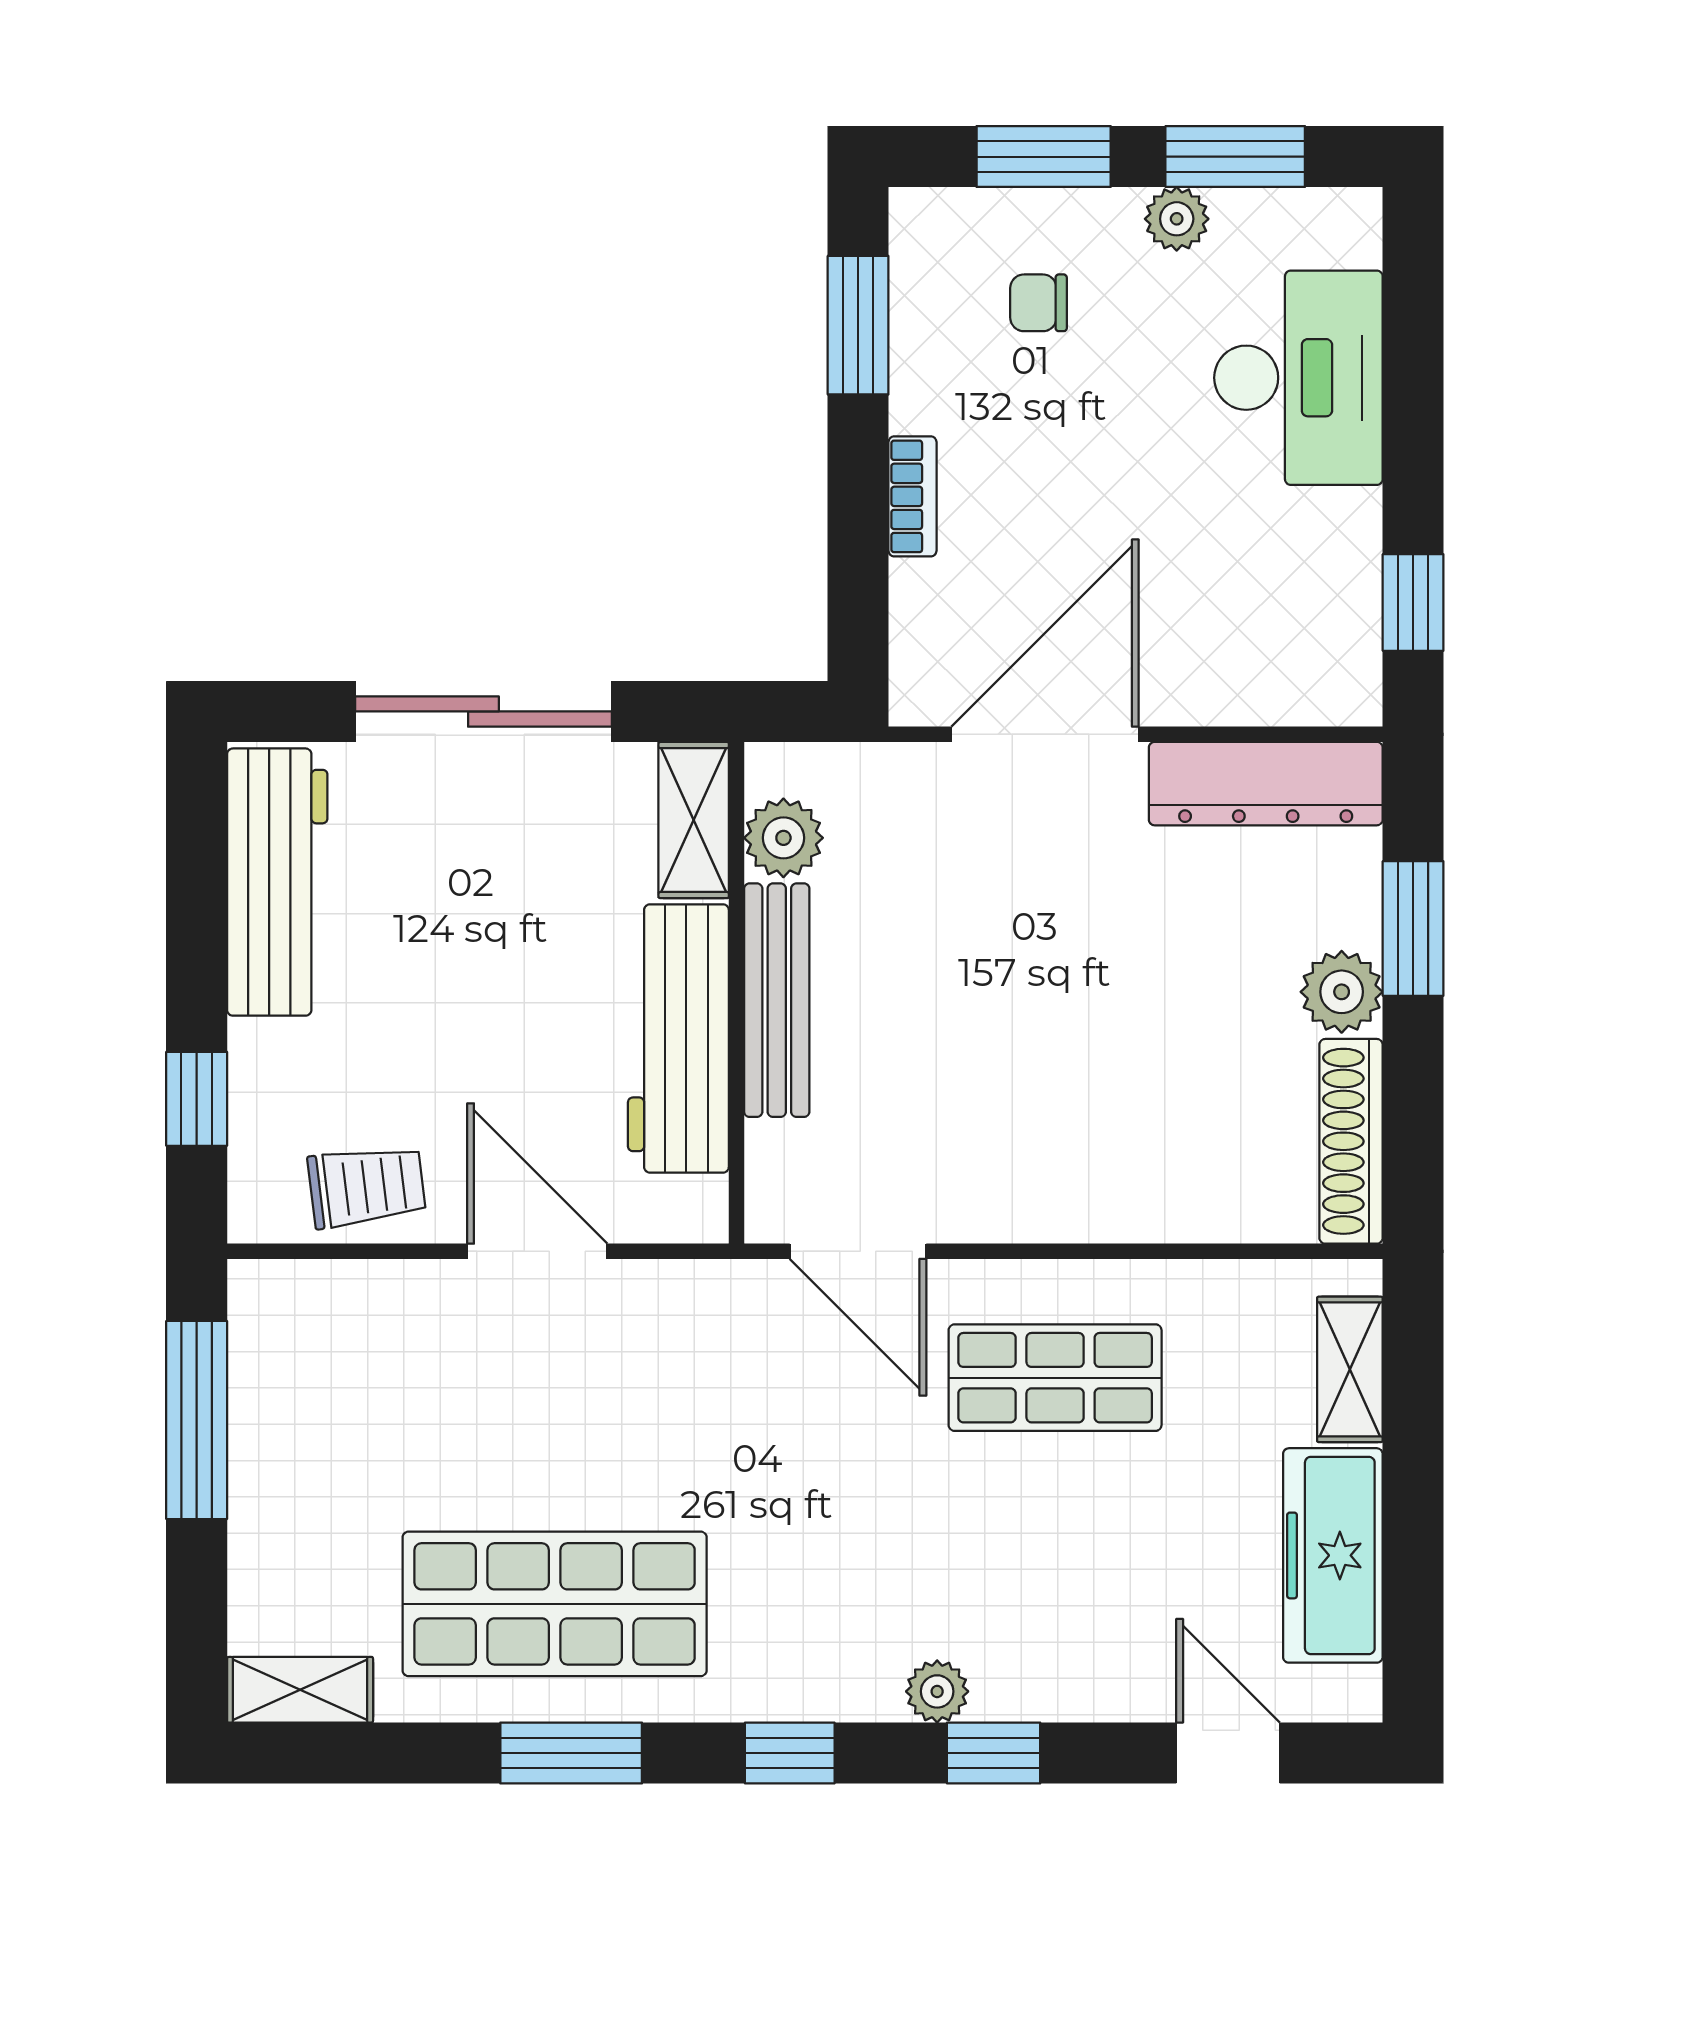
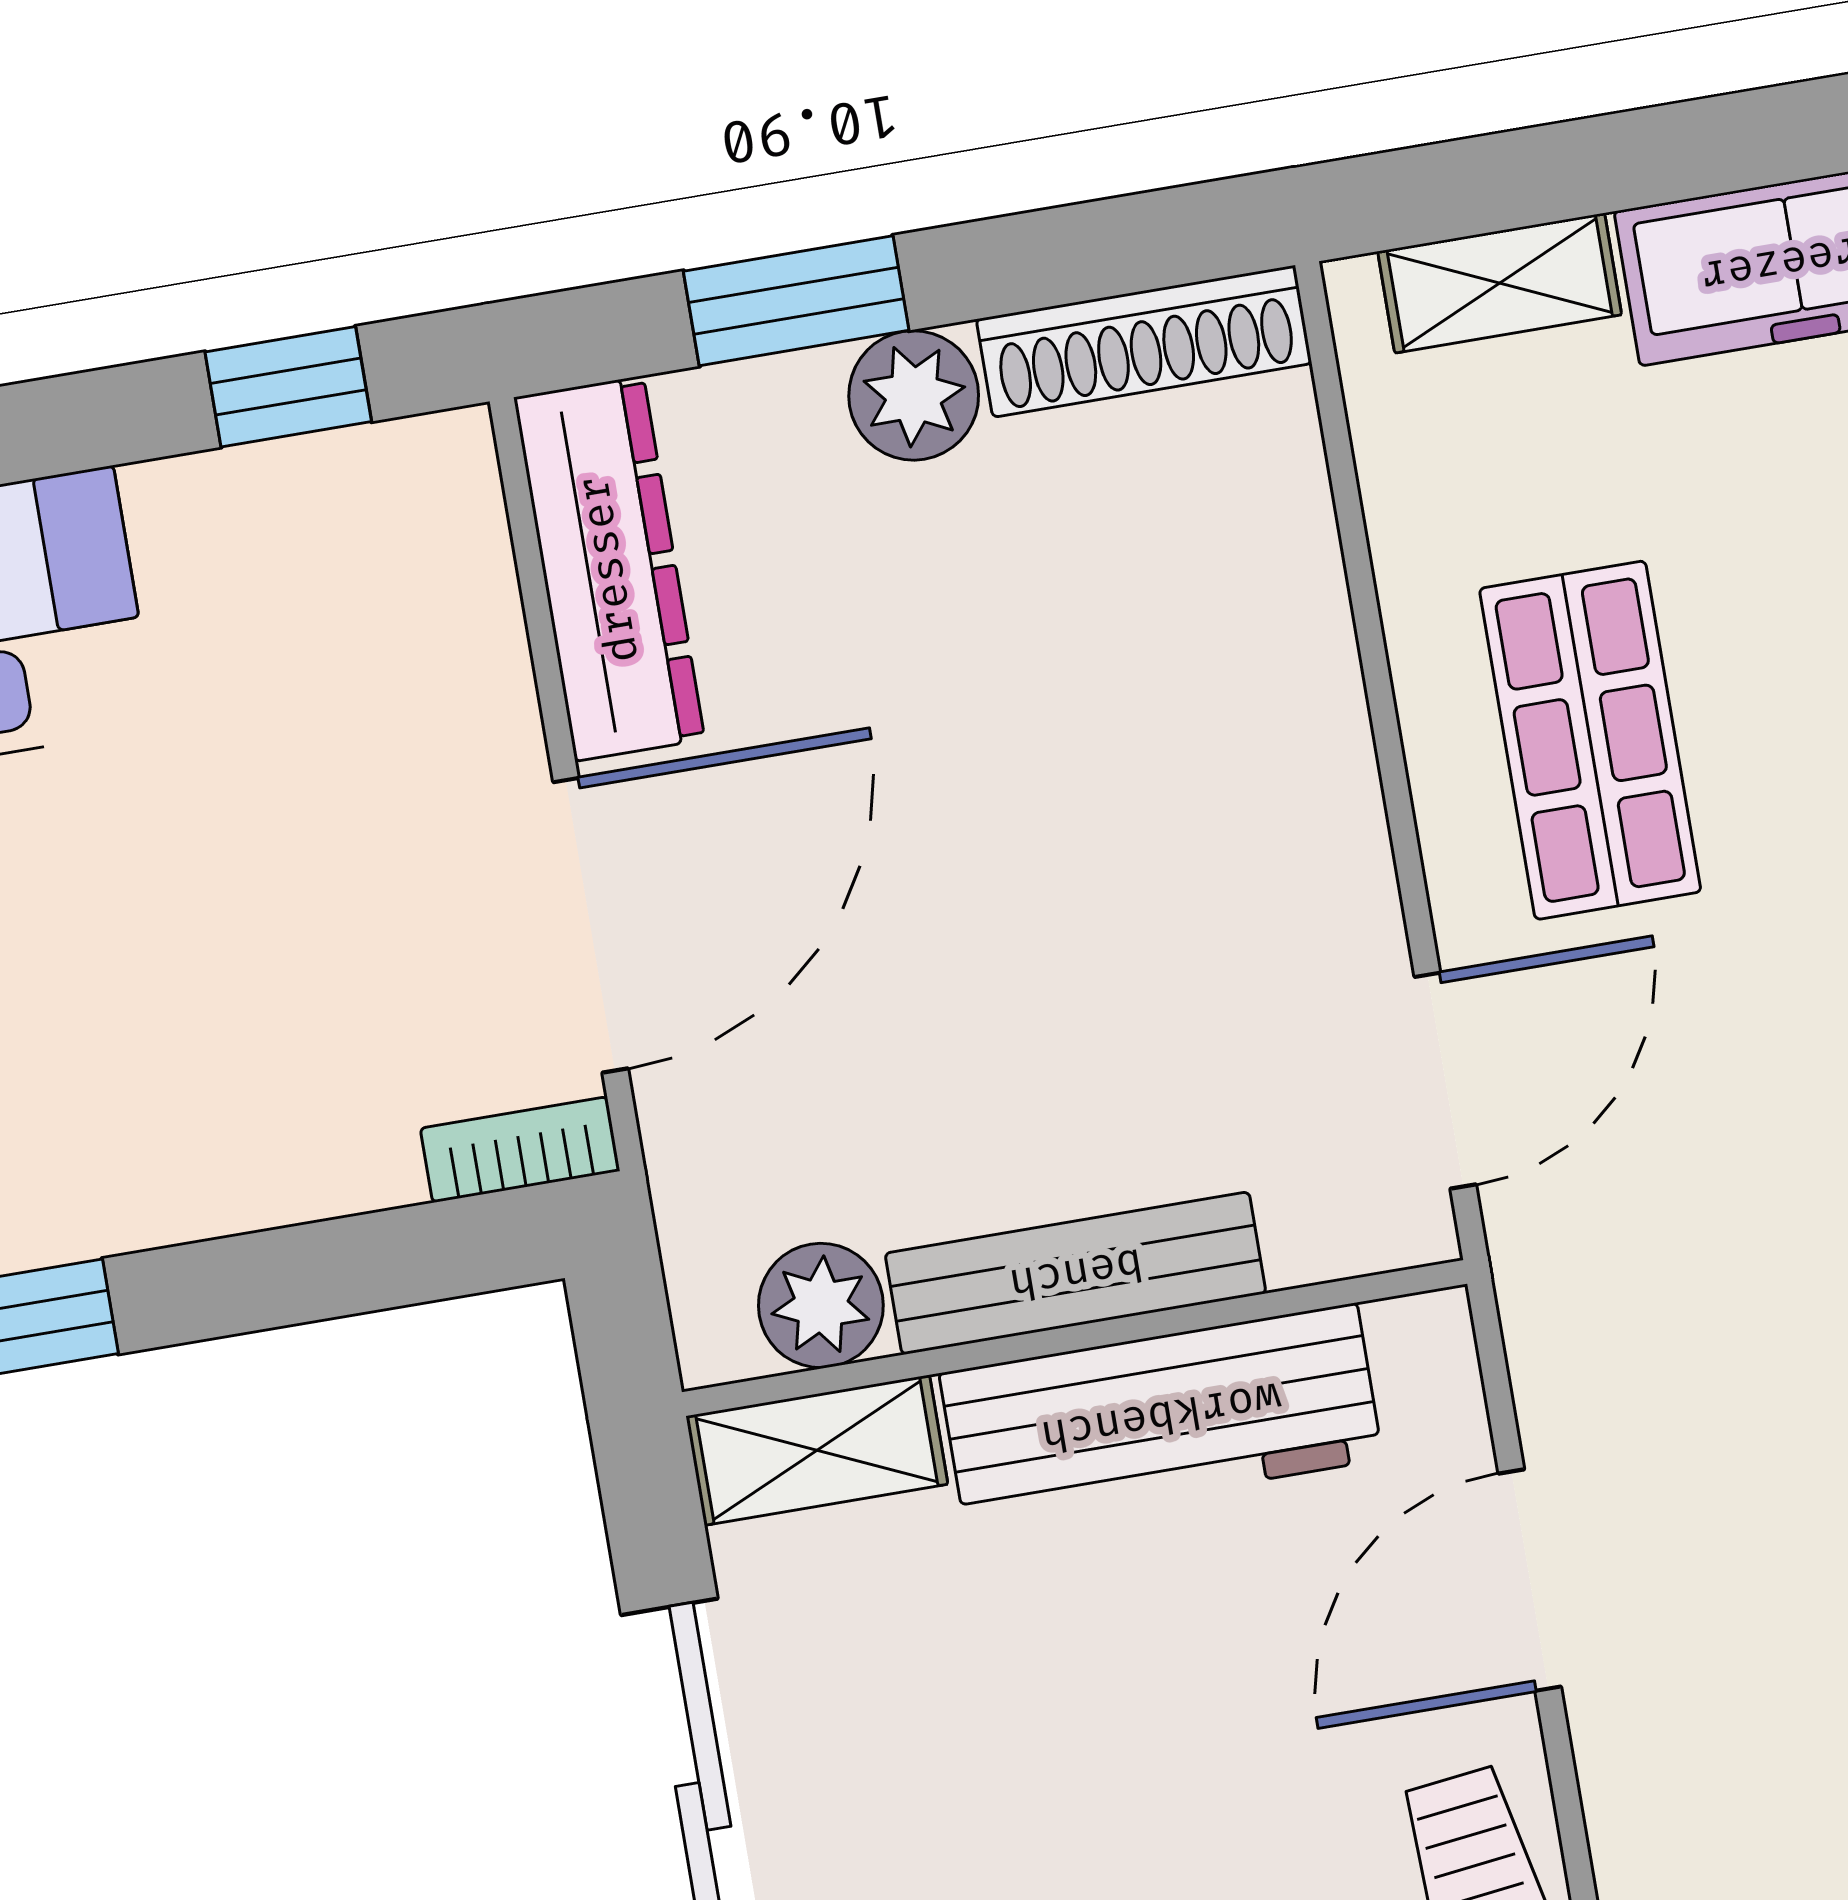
bookcase: (912, 496) -> (520, 1150), moved
door: (1045, 734) -> (591, 925), swing flipped

